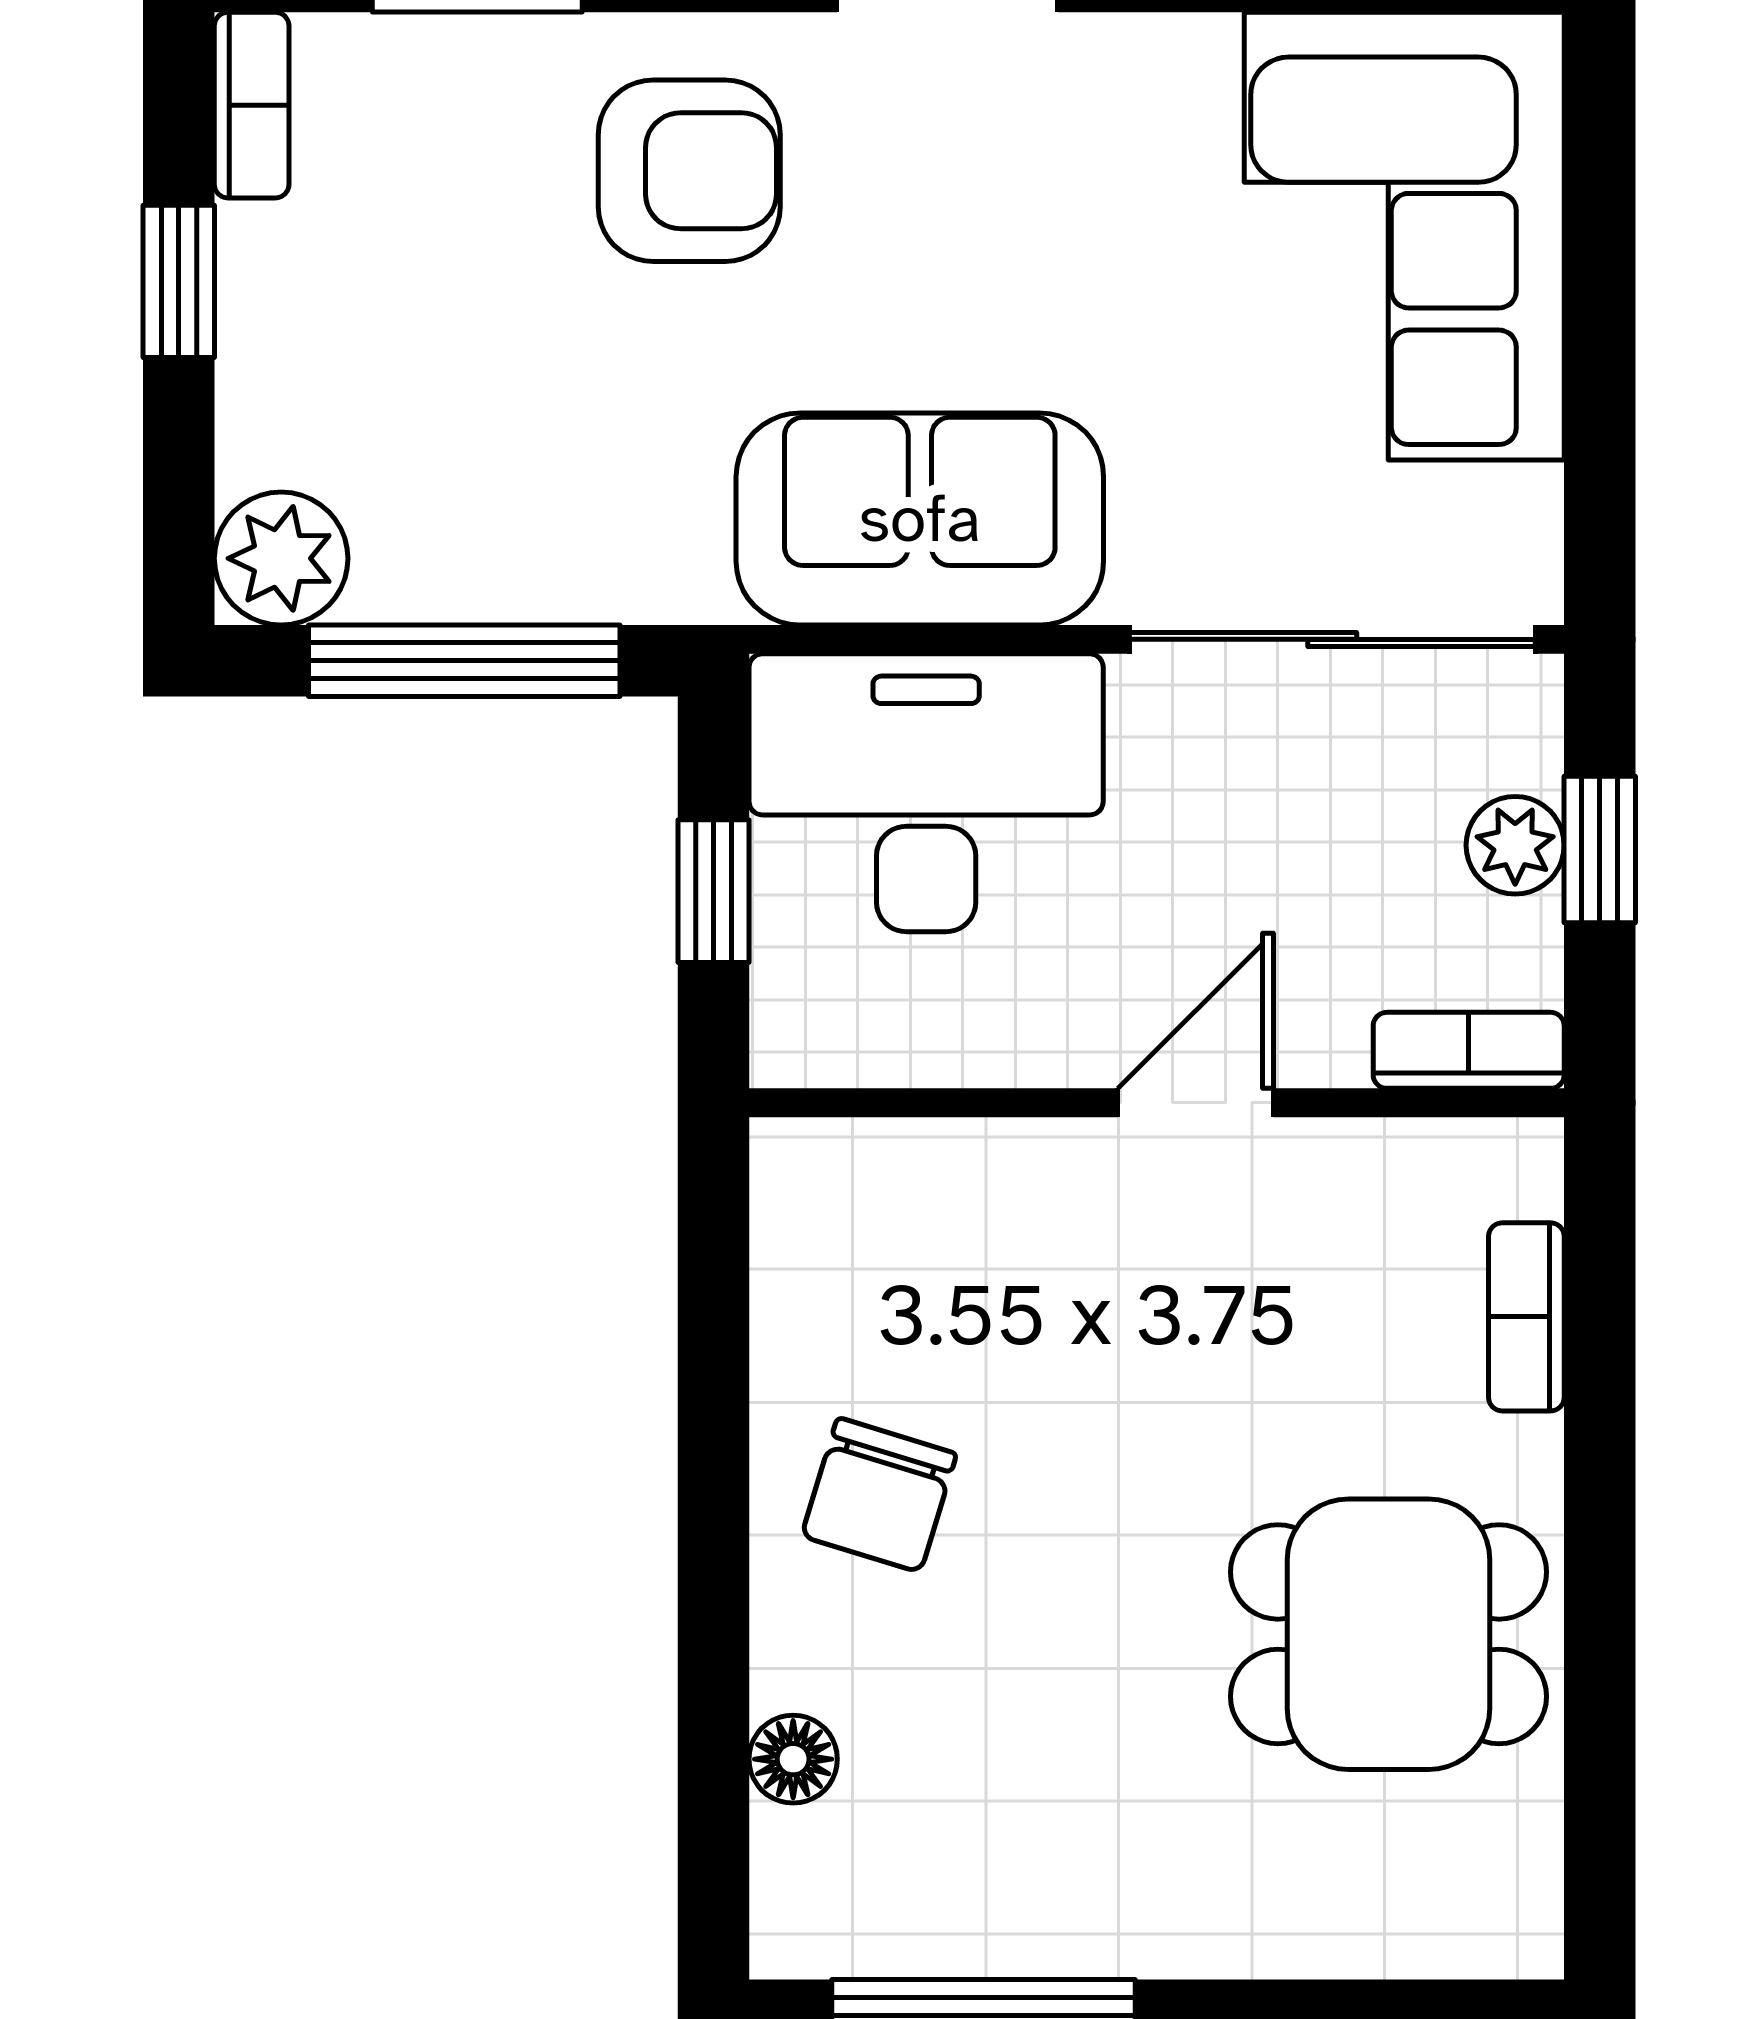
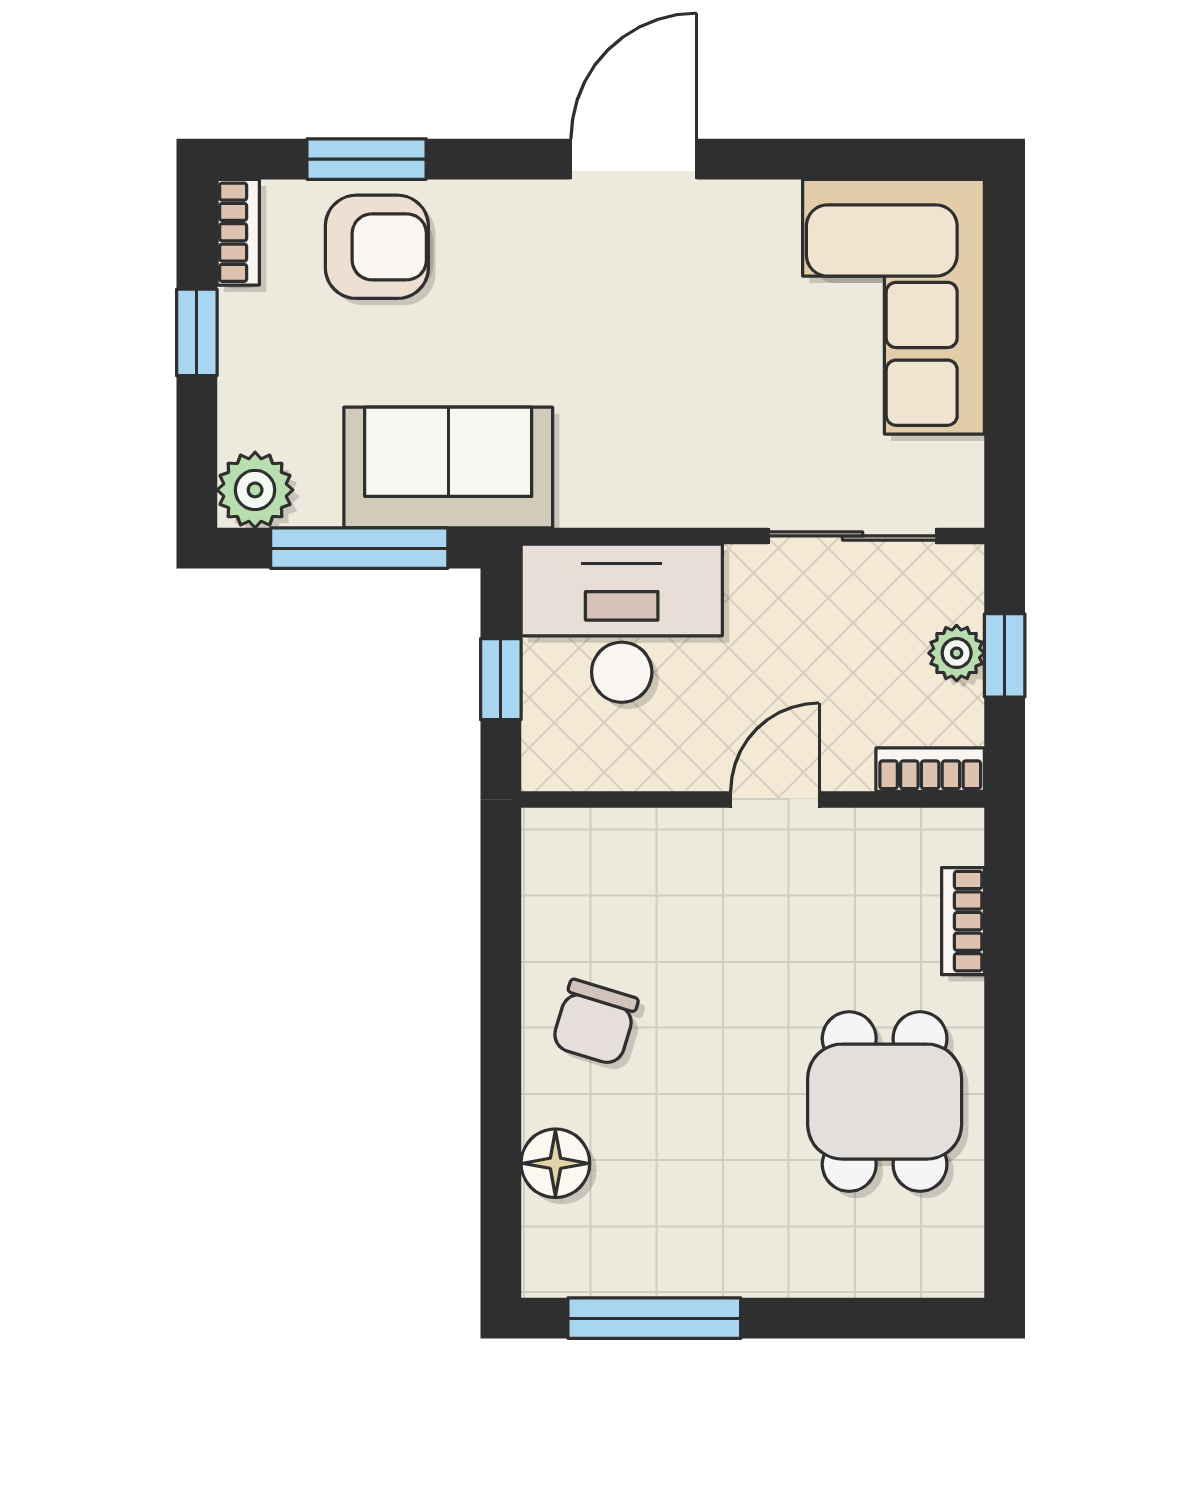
armchair: (689, 171) -> (377, 247), moved
sofa: (920, 519) -> (448, 468), moved
sliding door: (1332, 639) -> (853, 536), width x0.73
dining table: (1389, 1634) -> (885, 1102), turned 90
floor lamp: (793, 1759) -> (555, 1163), width x1.37, depth x1.37

